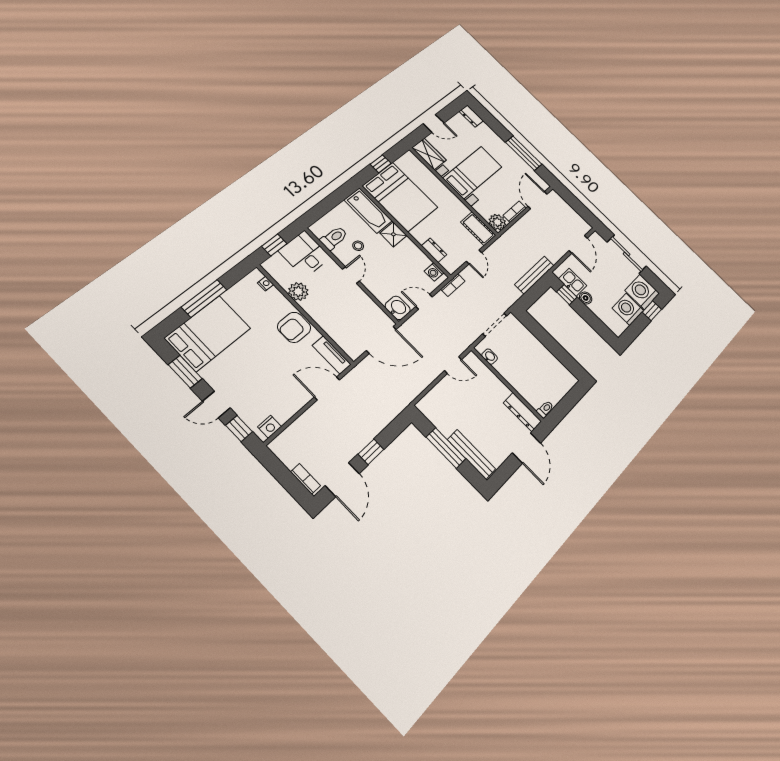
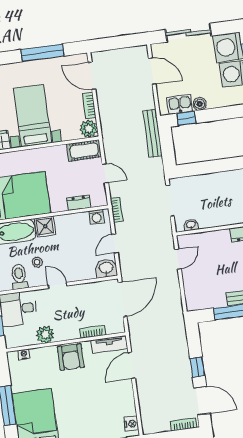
bookcase: (332, 333) -> (93, 332), added

